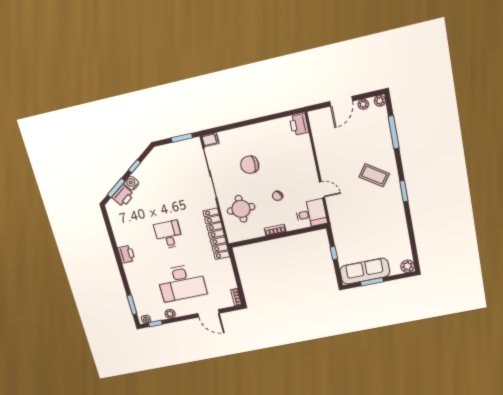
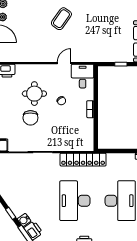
round table: (241, 209) -> (34, 94), moved
desk: (168, 235) -> (75, 201), width x1.87, depth x1.30

